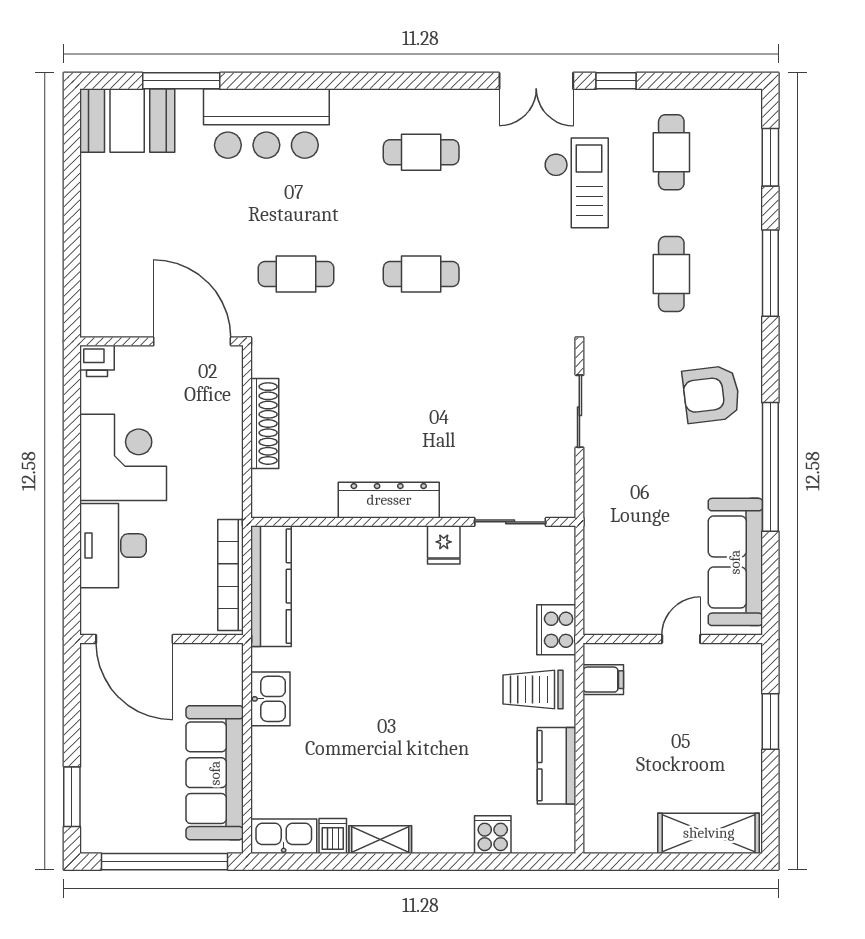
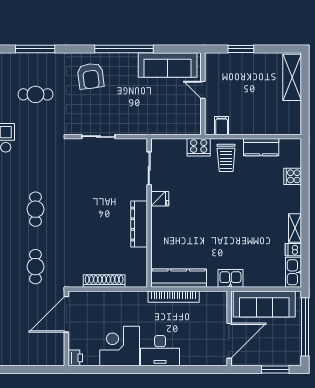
door: (134, 639) -> (229, 341), moved
wall: (161, 639) -> (229, 328), moved

